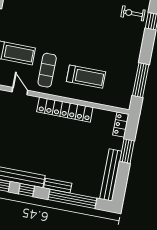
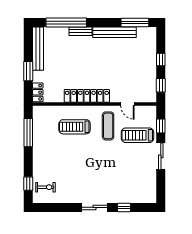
window: (26, 190) -> (106, 22), removed

